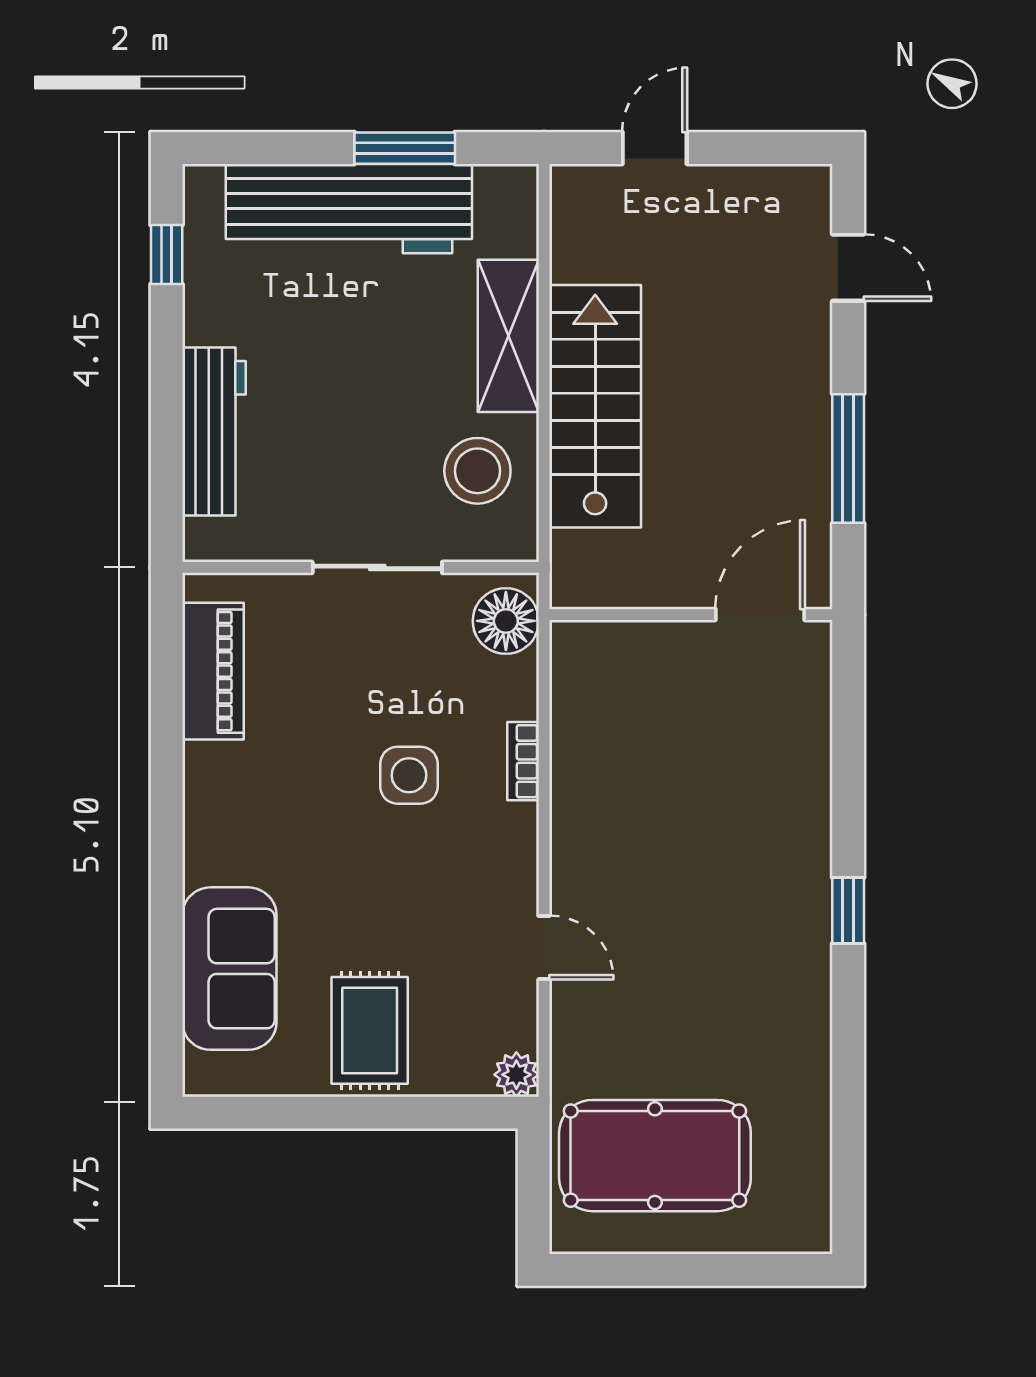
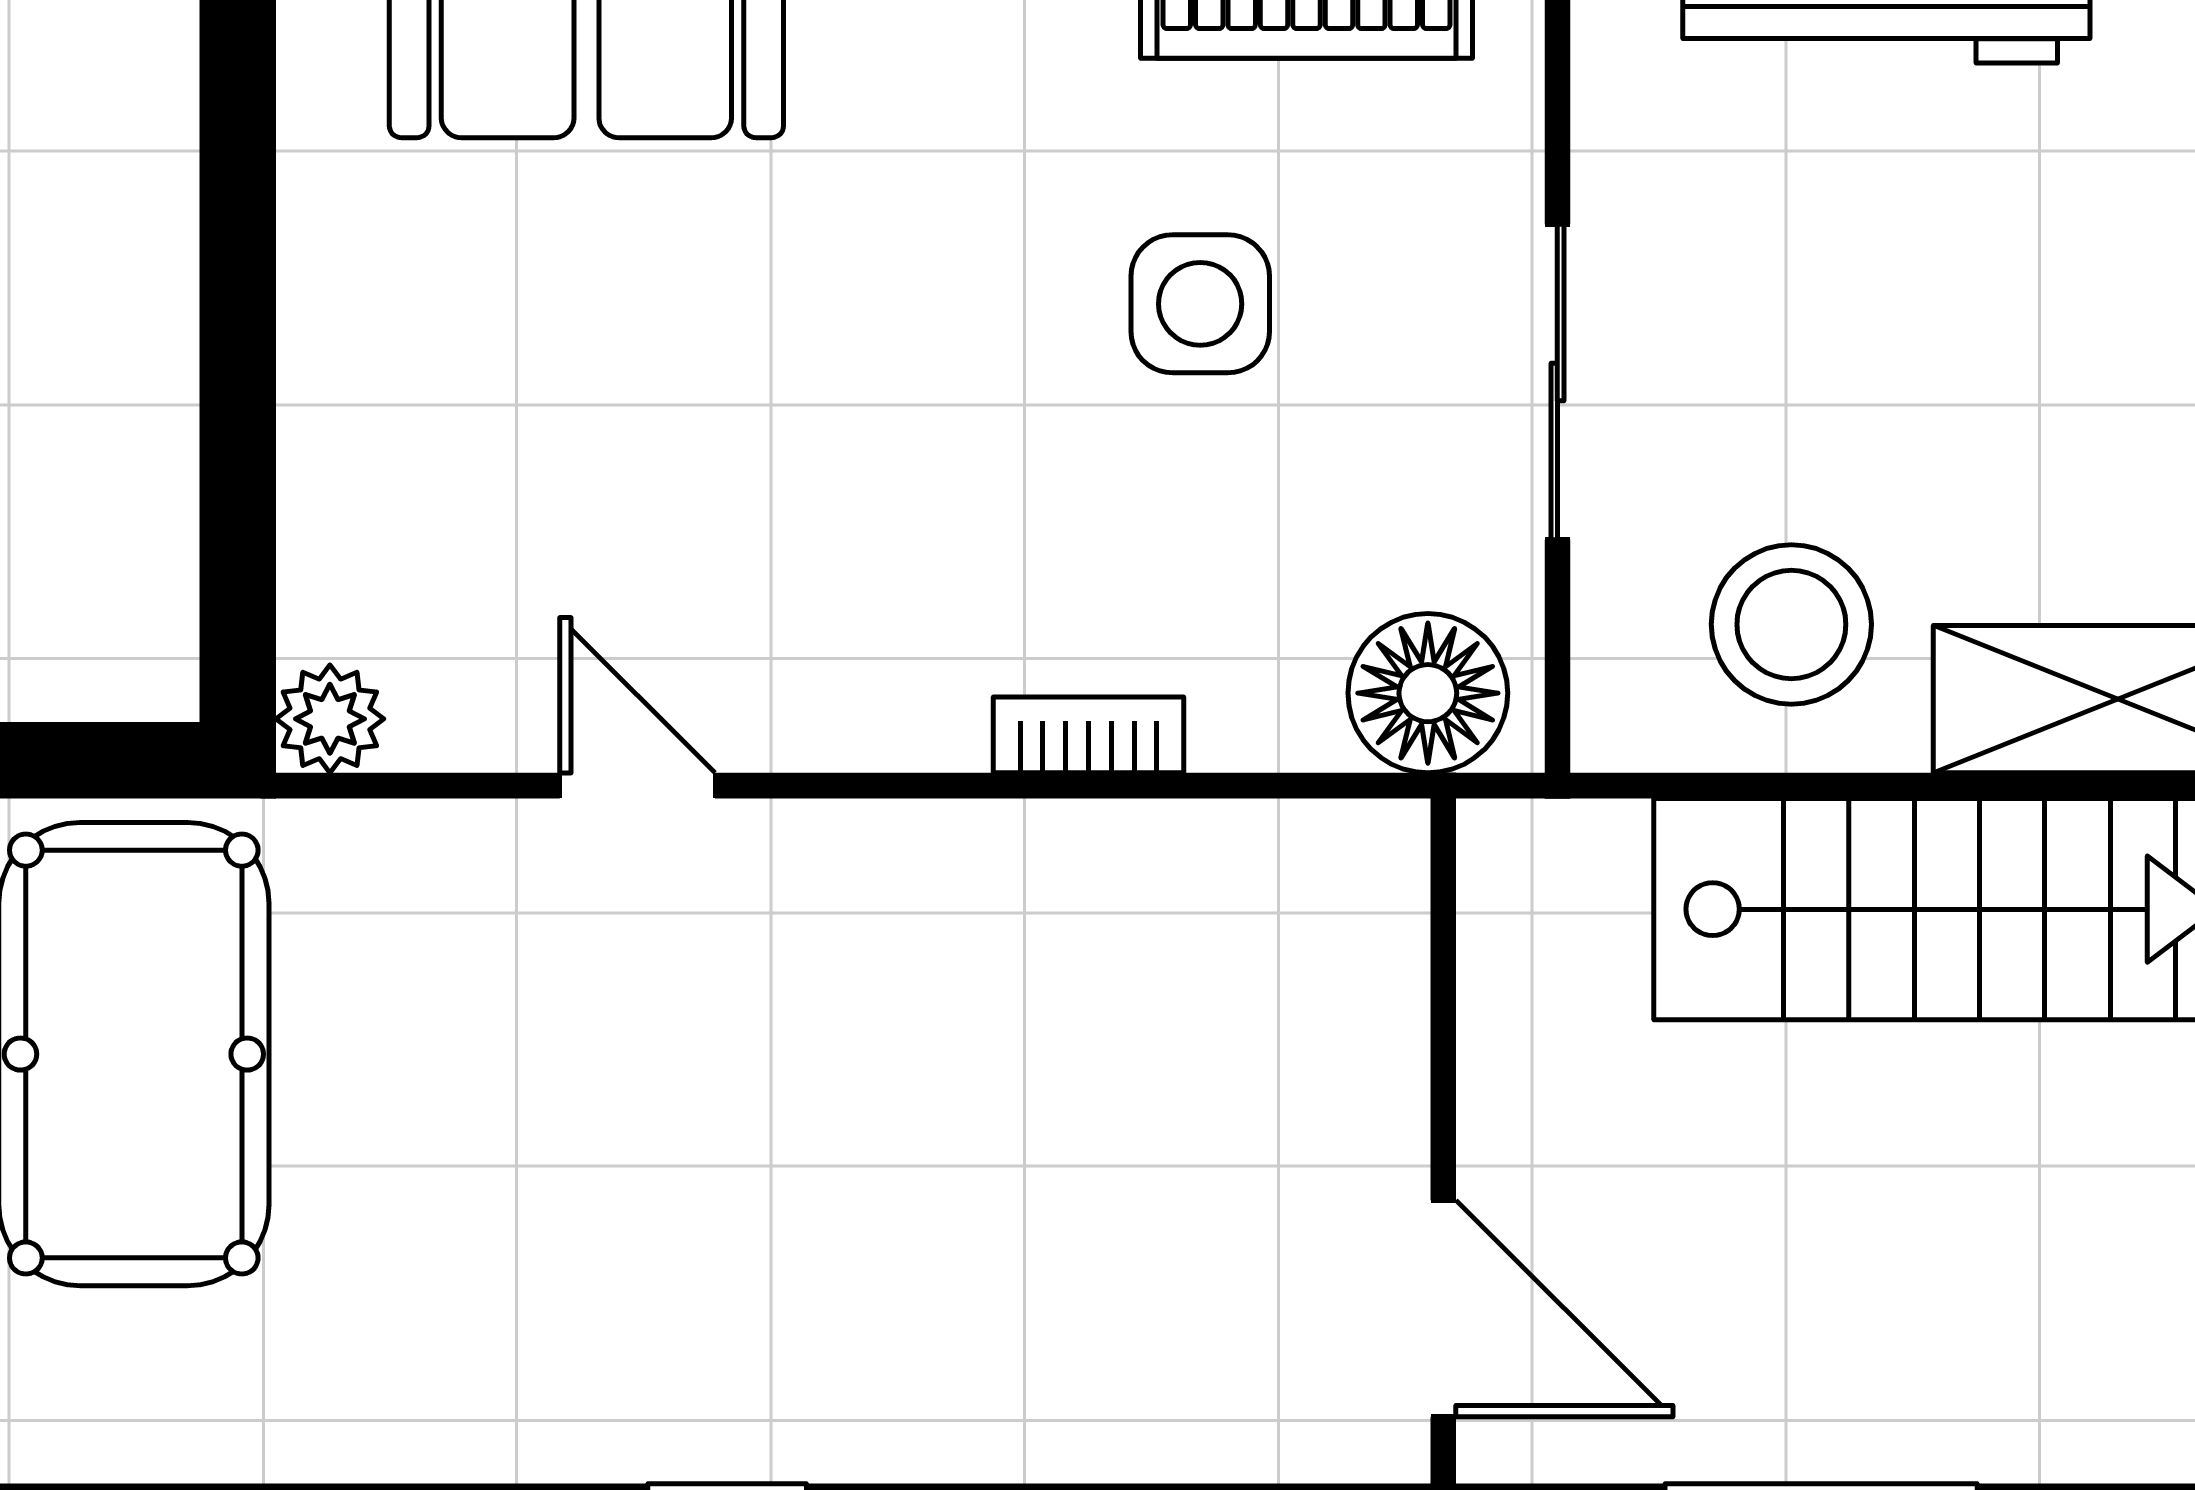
side table: (409, 775) -> (1200, 304), moved
door: (544, 948) -> (637, 786), swing flipped
rug: (370, 1030) -> (437, 363), removed

